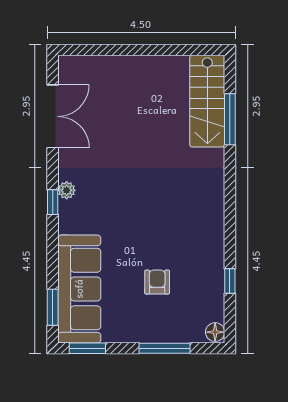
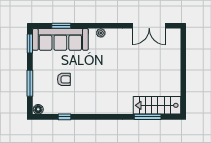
plant: (67, 190) -> (101, 33), moved
window: (53, 202) -> (105, 26), removed
window: (53, 307) -> (61, 26), moved

